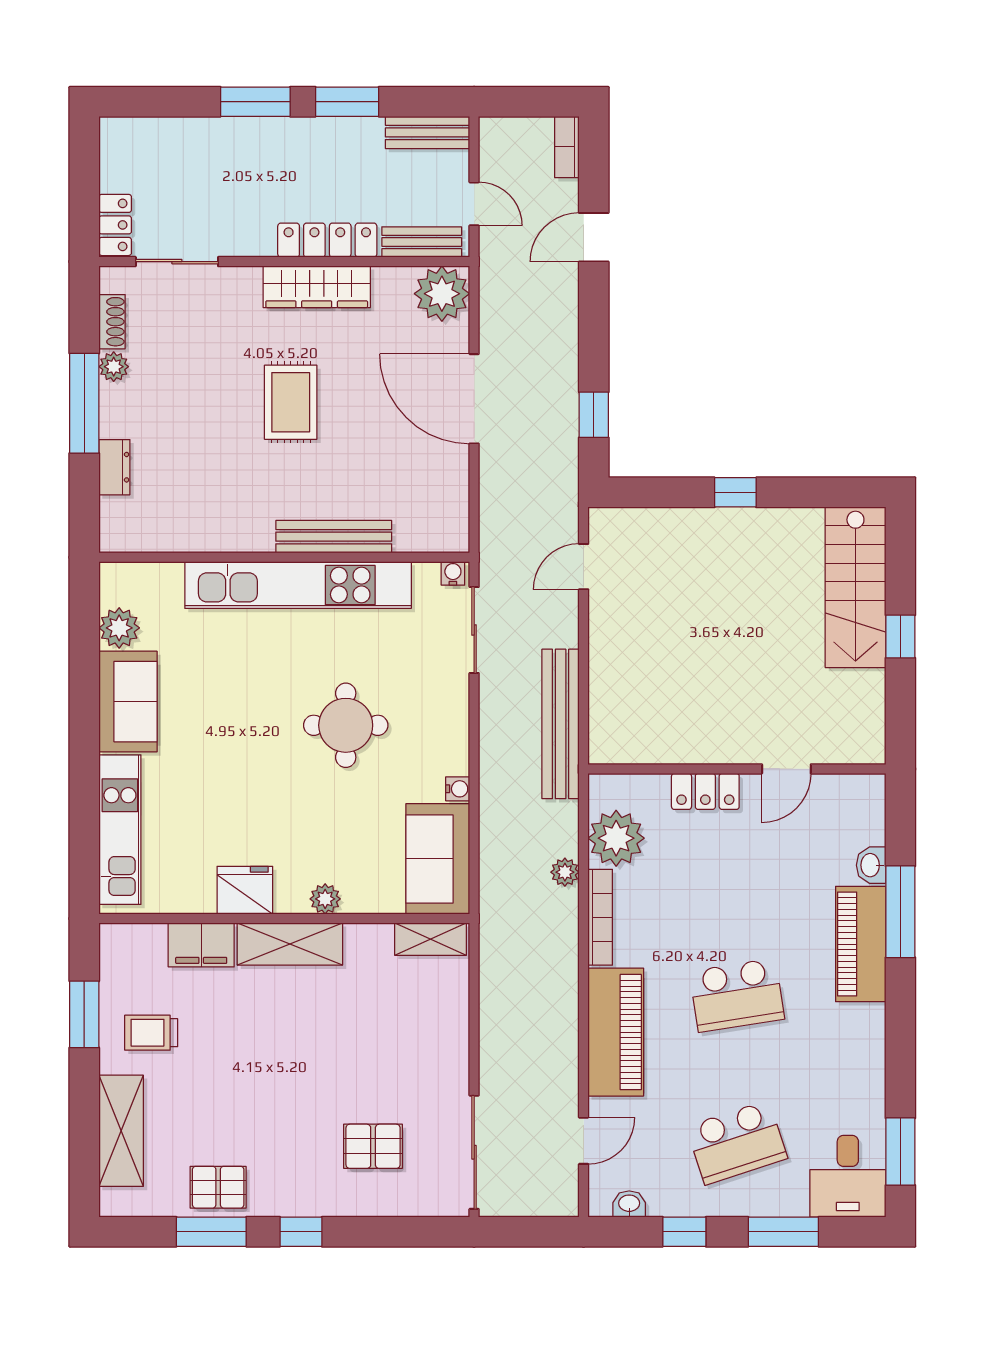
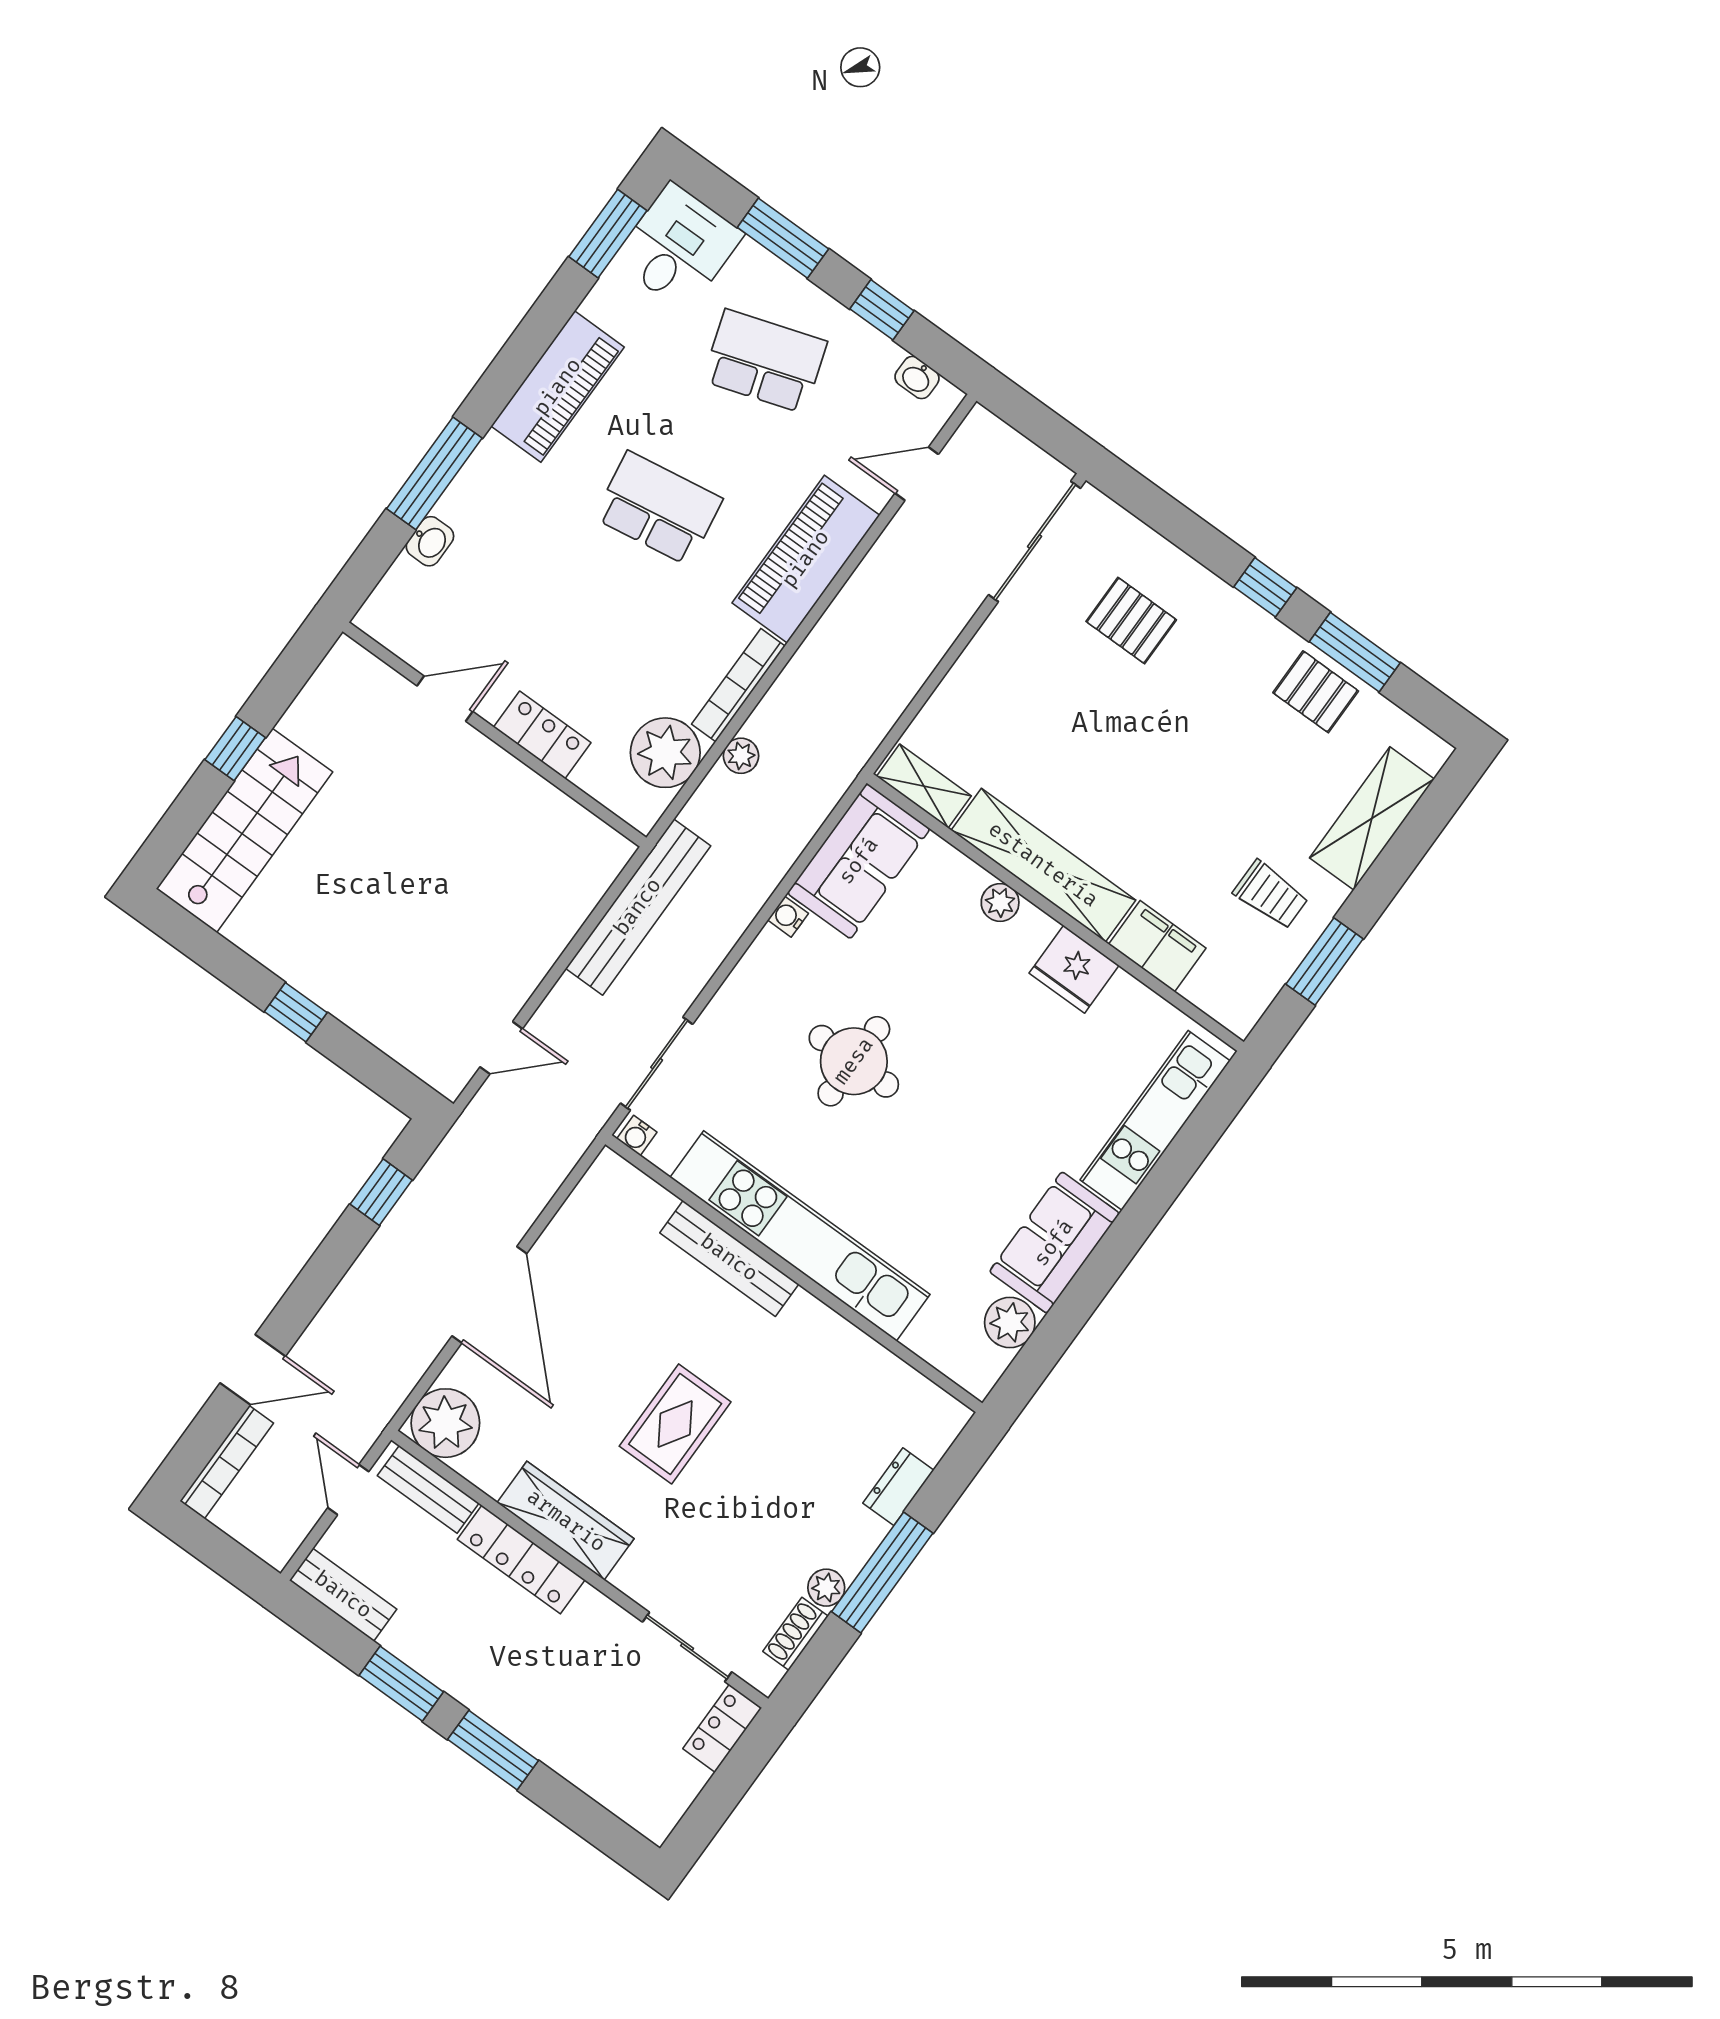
bookcase: (567, 147) -> (227, 1462), width x1.56
shelving: (290, 944) -> (1043, 865), width x1.47
piano: (861, 944) -> (558, 387), moved

